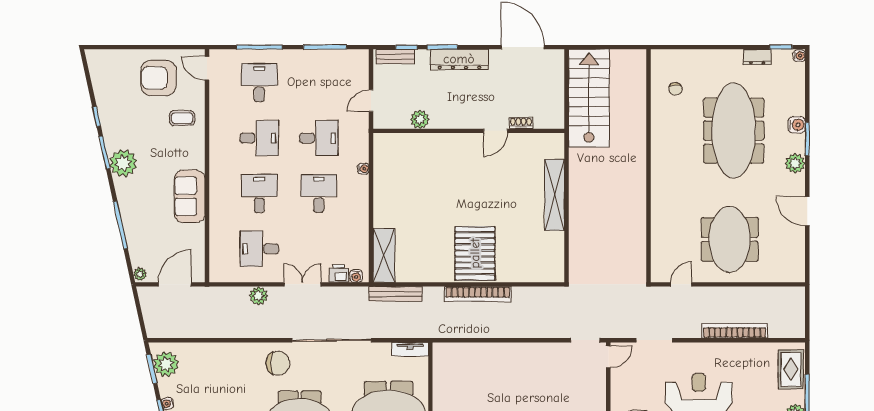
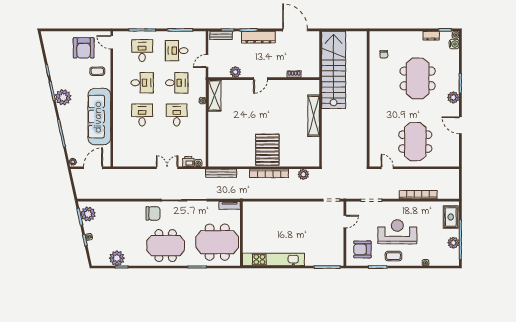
armchair: (159, 78) -> (84, 48), turned -90
stairs: (589, 98) -> (334, 70), width x1.36
water cooler: (797, 125) -> (454, 44), moved
door: (495, 131) -> (260, 79), moved
meeting table: (734, 131) -> (418, 78), width x0.73
sofa: (190, 196) -> (99, 117), width x1.85, depth x1.27
desk: (259, 249) -> (177, 51), moved
shelving: (384, 255) -> (215, 96), moved
door: (681, 284) -> (387, 168), hinge flipped
plant: (258, 296) -> (303, 174), moved
door: (608, 357) -> (345, 222), moved

